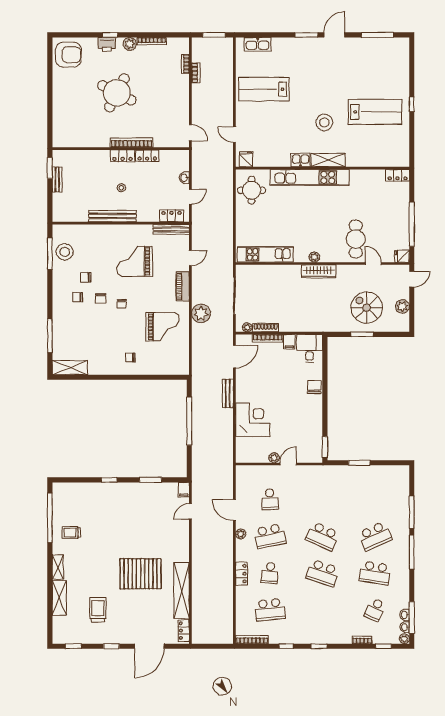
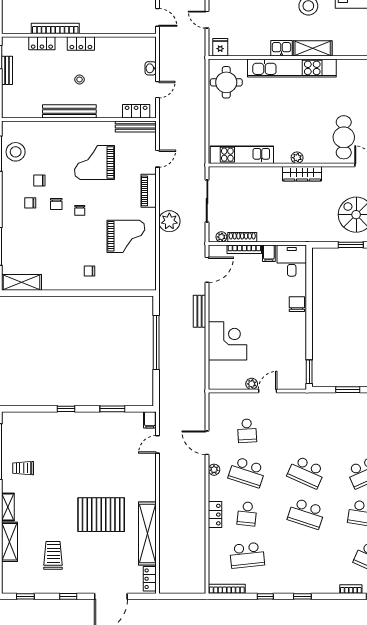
bookcase: (132, 143) -> (55, 29), moved
locker: (147, 156) -> (42, 43), moved
school desk: (270, 536) -> (247, 472), turned 30

